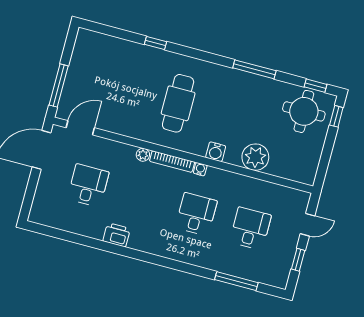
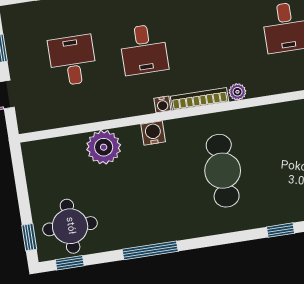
desk: (250, 229) -> (73, 60), turned 180

